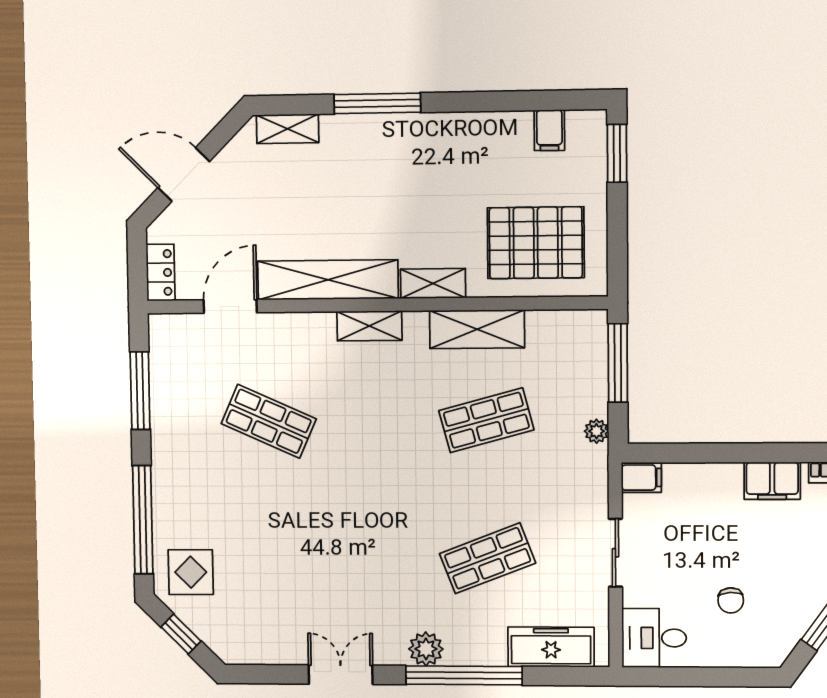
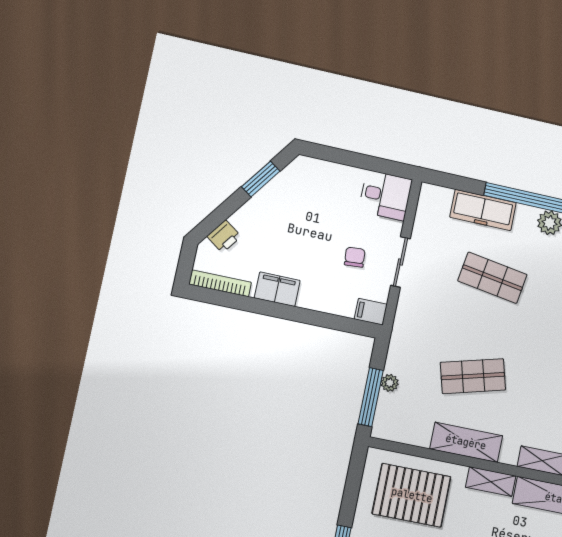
plant: (596, 431) -> (390, 383), moved
shop shelf: (488, 558) -> (492, 278), turned 30
chair: (731, 600) -> (355, 257), moved
freezer: (551, 647) -> (483, 210), moved

